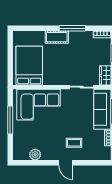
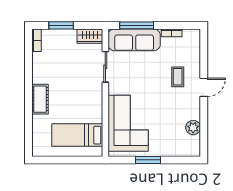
window: (72, 28) -> (29, 79), removed
bed: (29, 66) -> (77, 135), width x0.67
window: (10, 120) -> (148, 160), width x0.69

